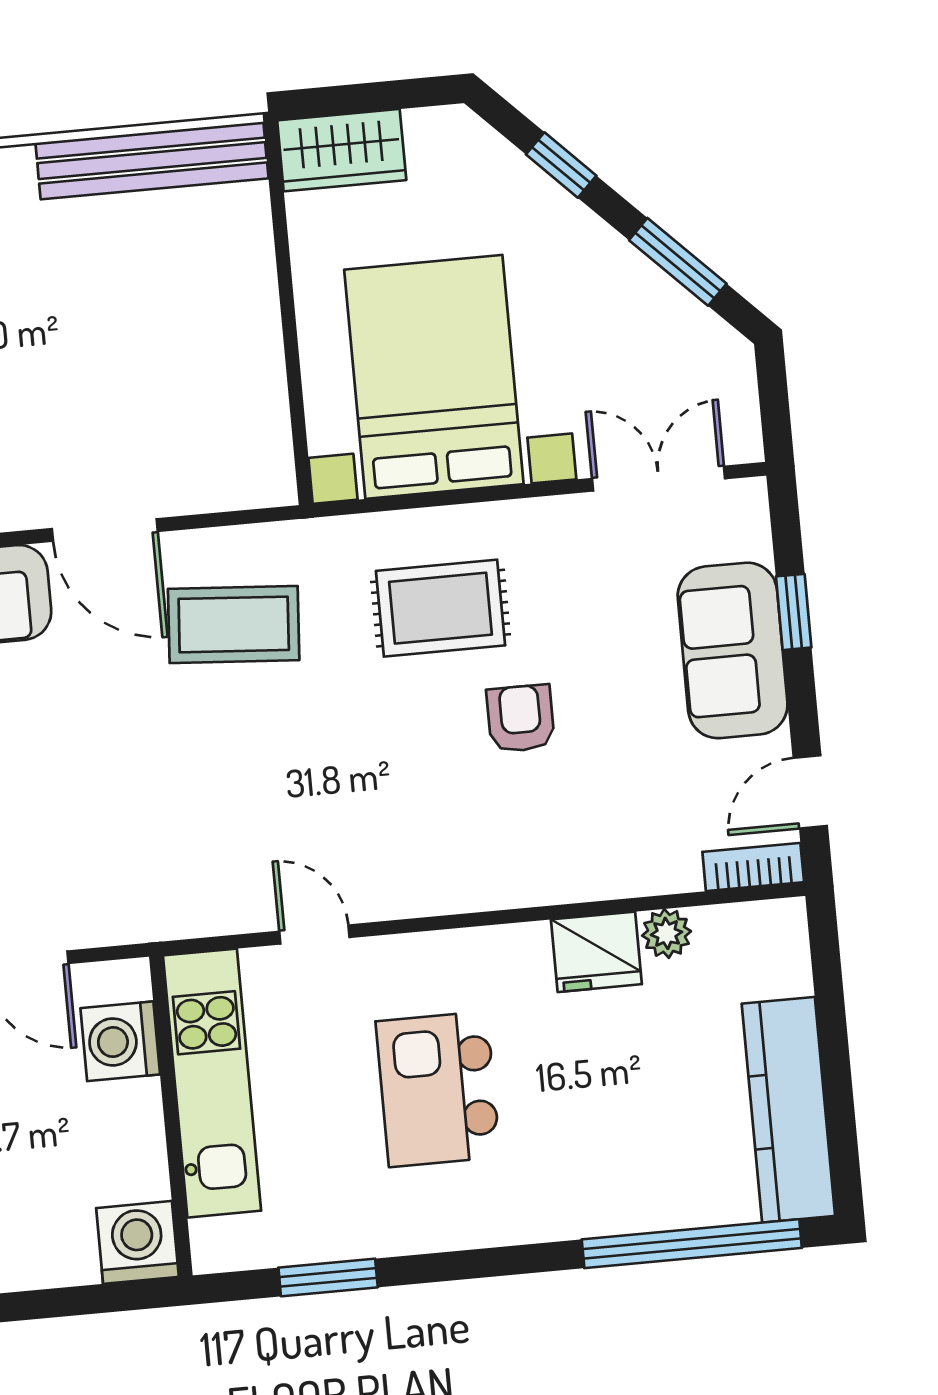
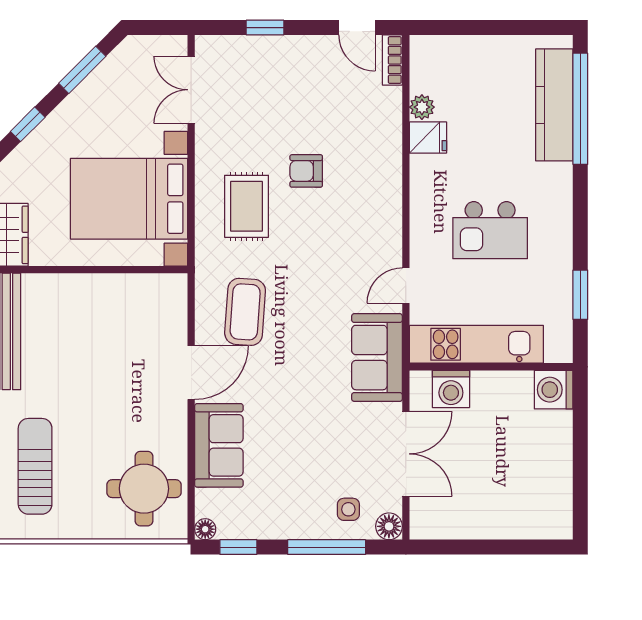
sofa: (733, 650) -> (377, 358), moved, turned 90
fridge: (596, 952) -> (428, 137), width x0.72
kitchen counter: (788, 1110) -> (554, 105), moved, turned 90

